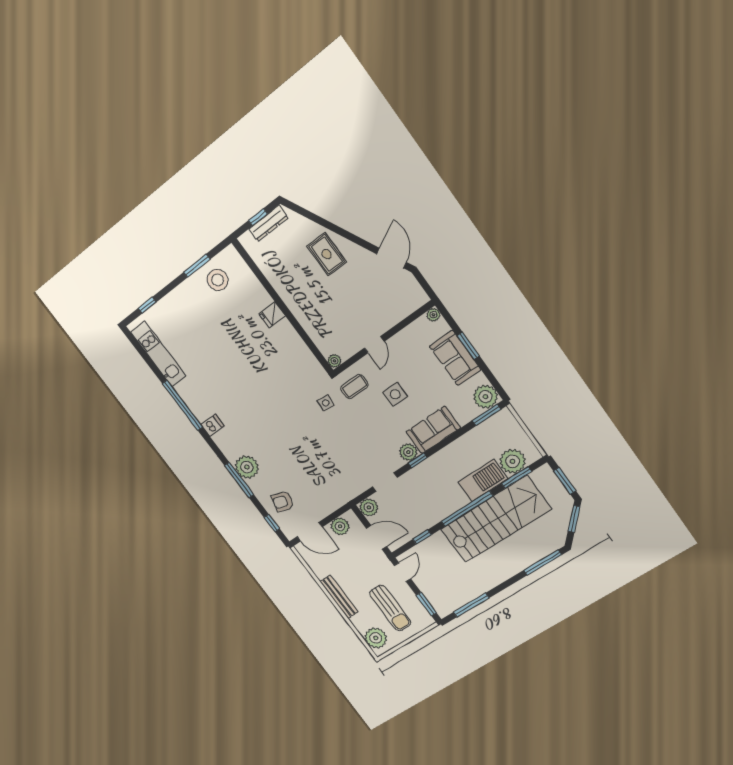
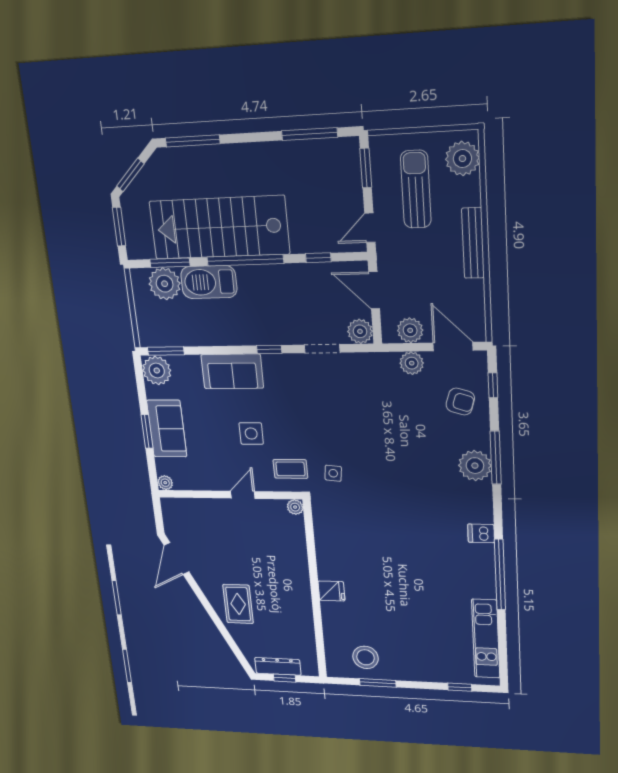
plant: (408, 452) -> (412, 363), moved

